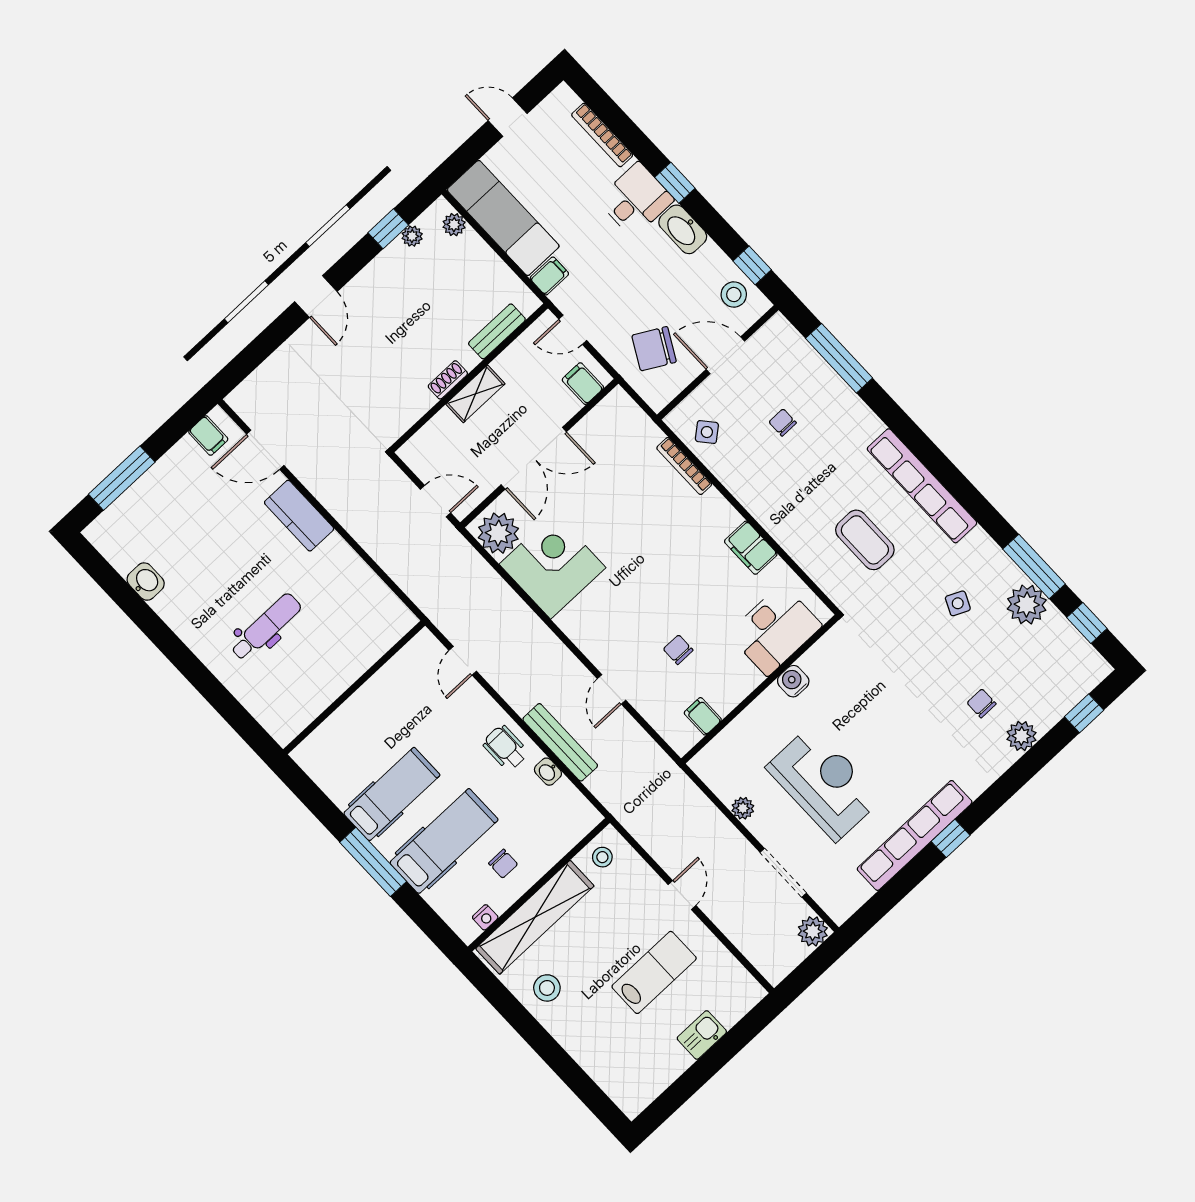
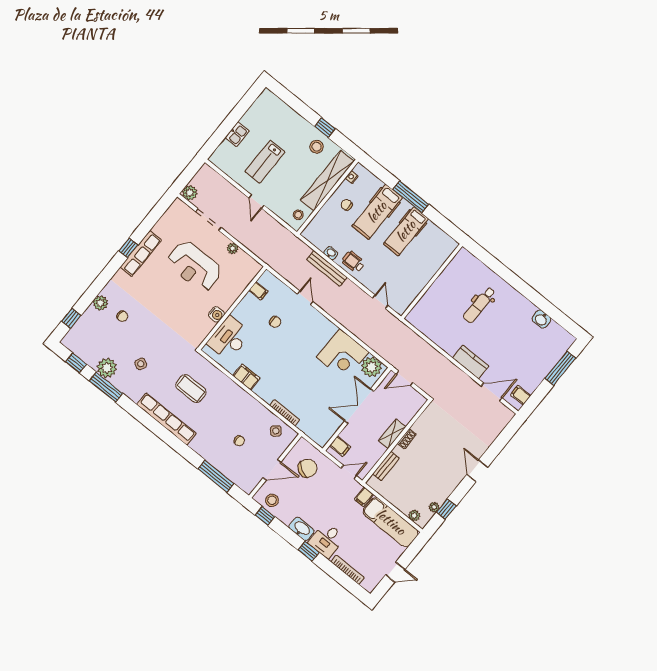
wheelchair: (505, 748) -> (353, 262), turned 180
row of seats: (915, 835) -> (141, 253), width x0.73
window: (525, 1024) -> (325, 127), added

